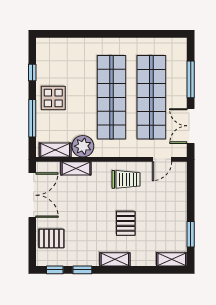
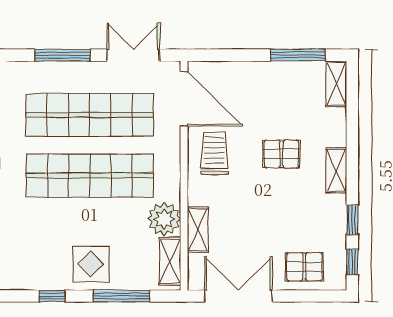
double door: (191, 126) -> (133, 55), swing flipped
door: (162, 159) -> (184, 99), width x1.88
window: (191, 234) -> (298, 55), width x1.44
pallet: (51, 238) -> (304, 267), turned 90

